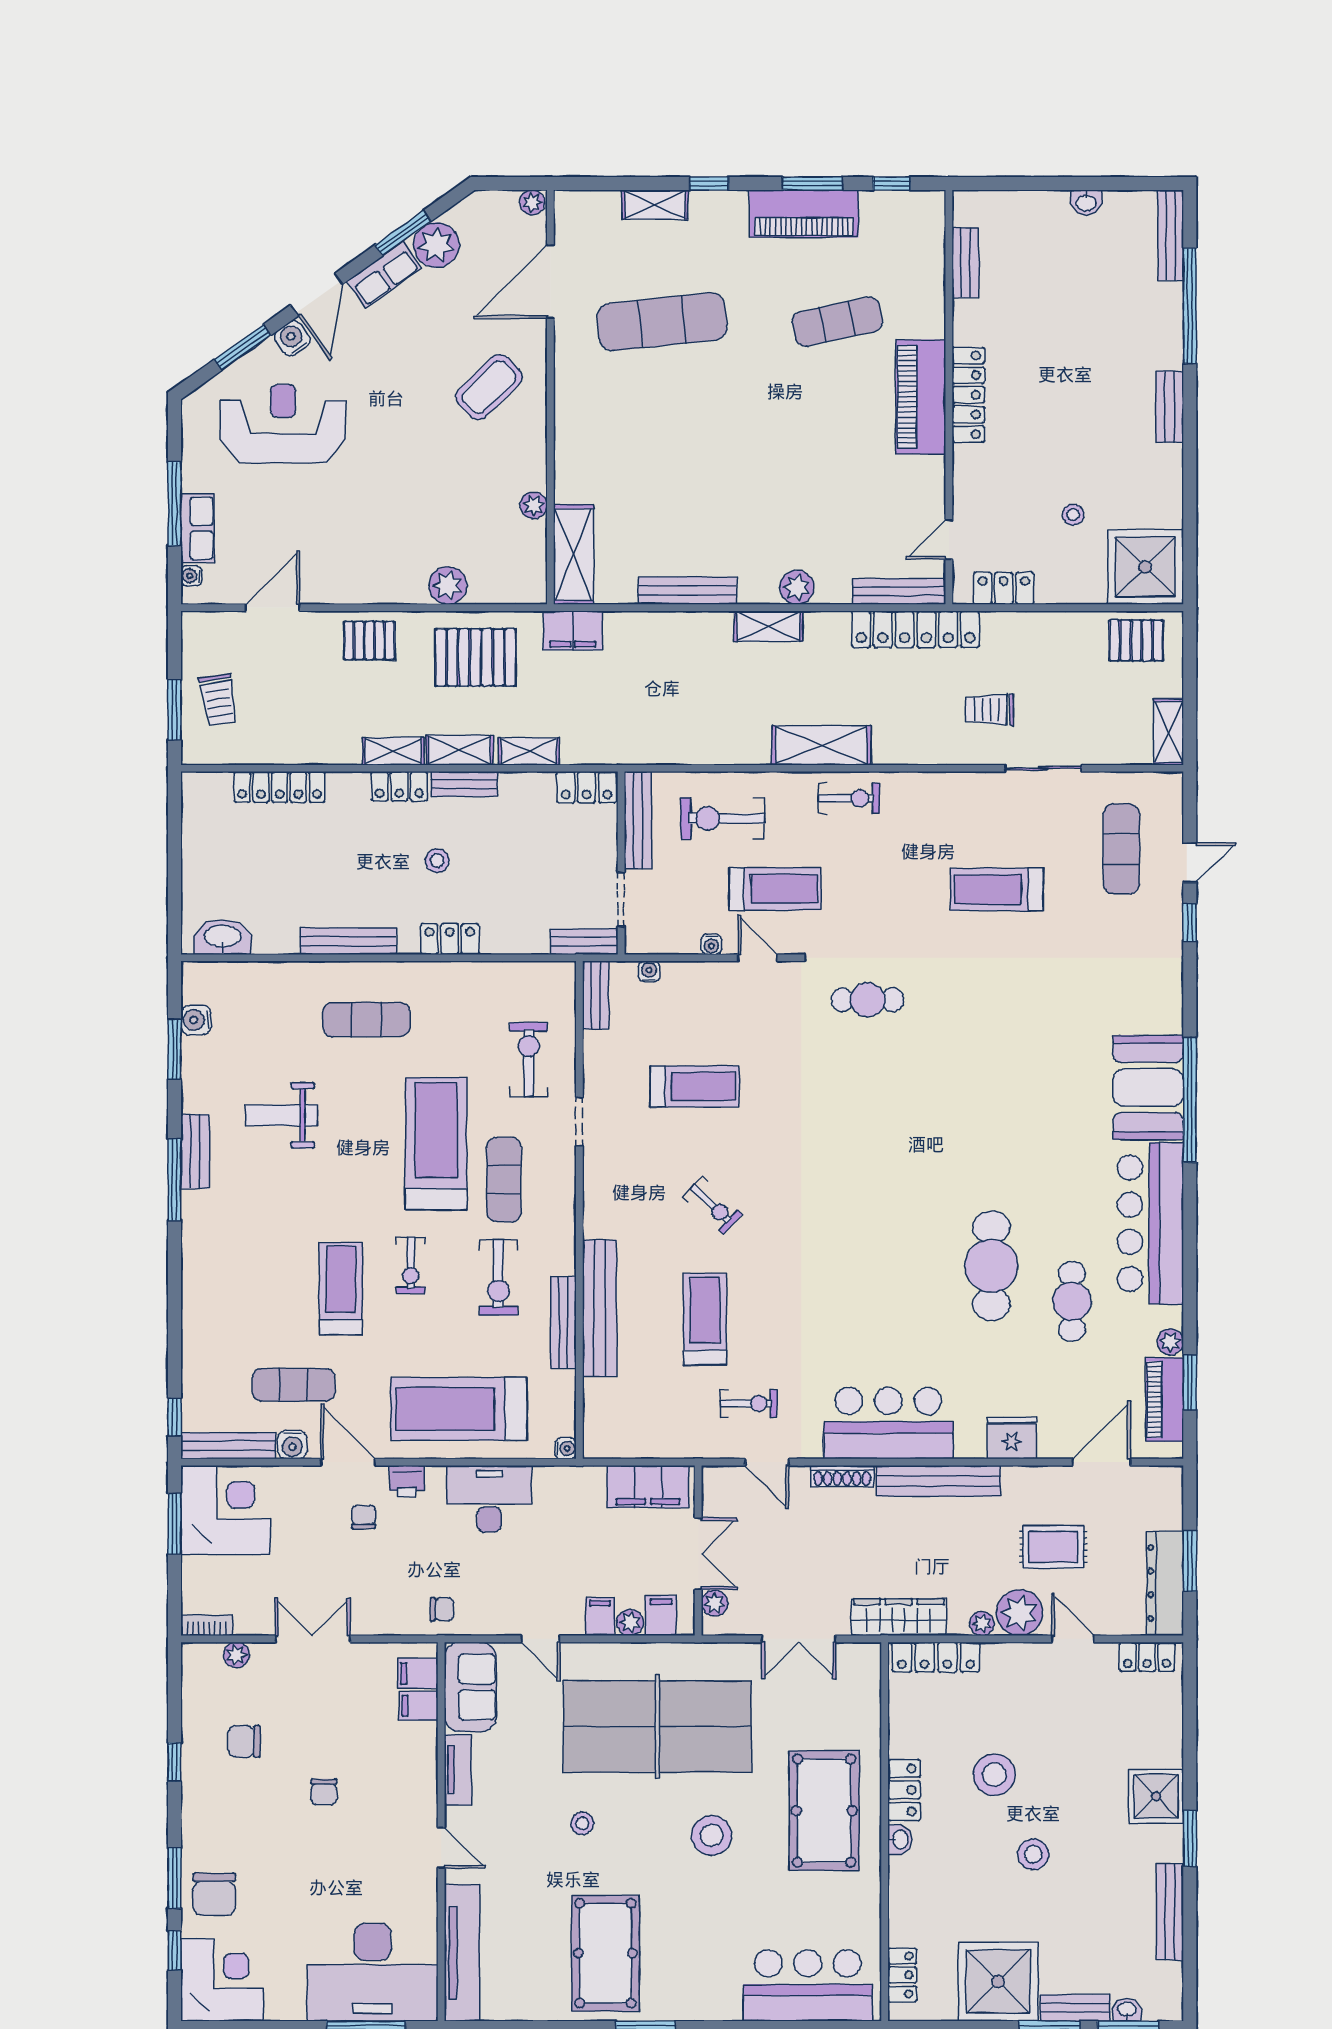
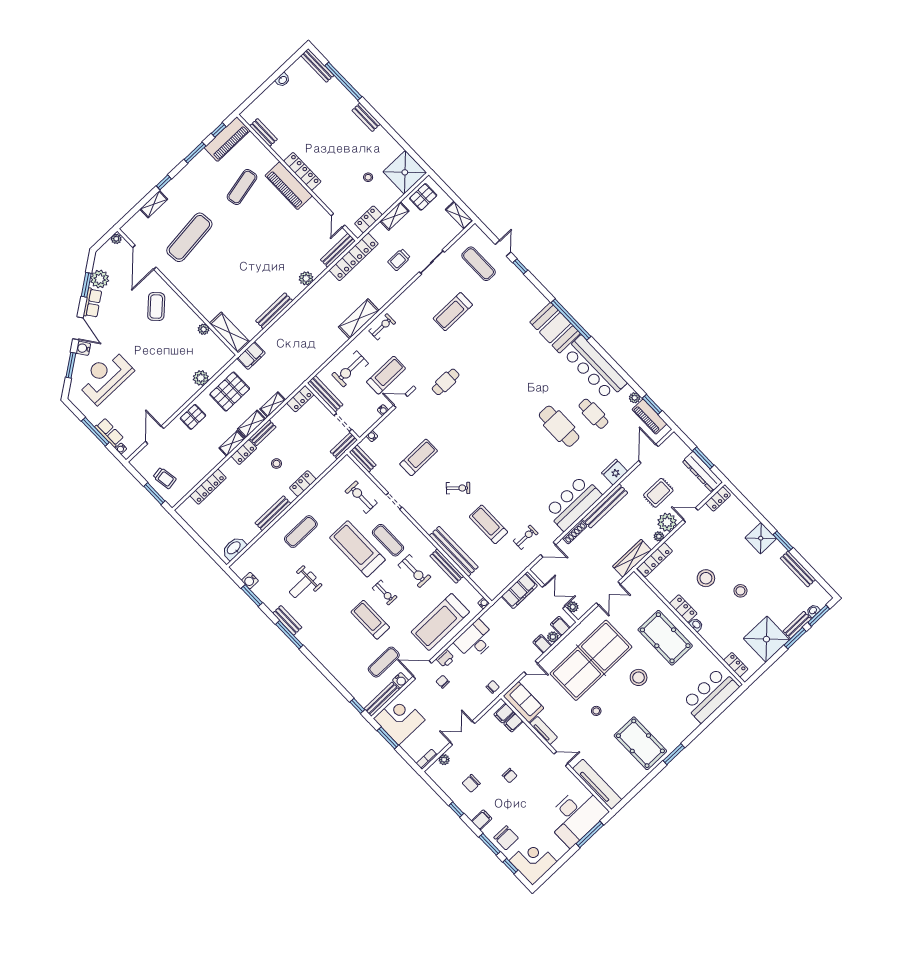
piano: (804, 214) -> (227, 139), moved
shelving: (768, 626) -> (395, 216), moved
filing cabinet: (202, 1822) -> (482, 820), added

